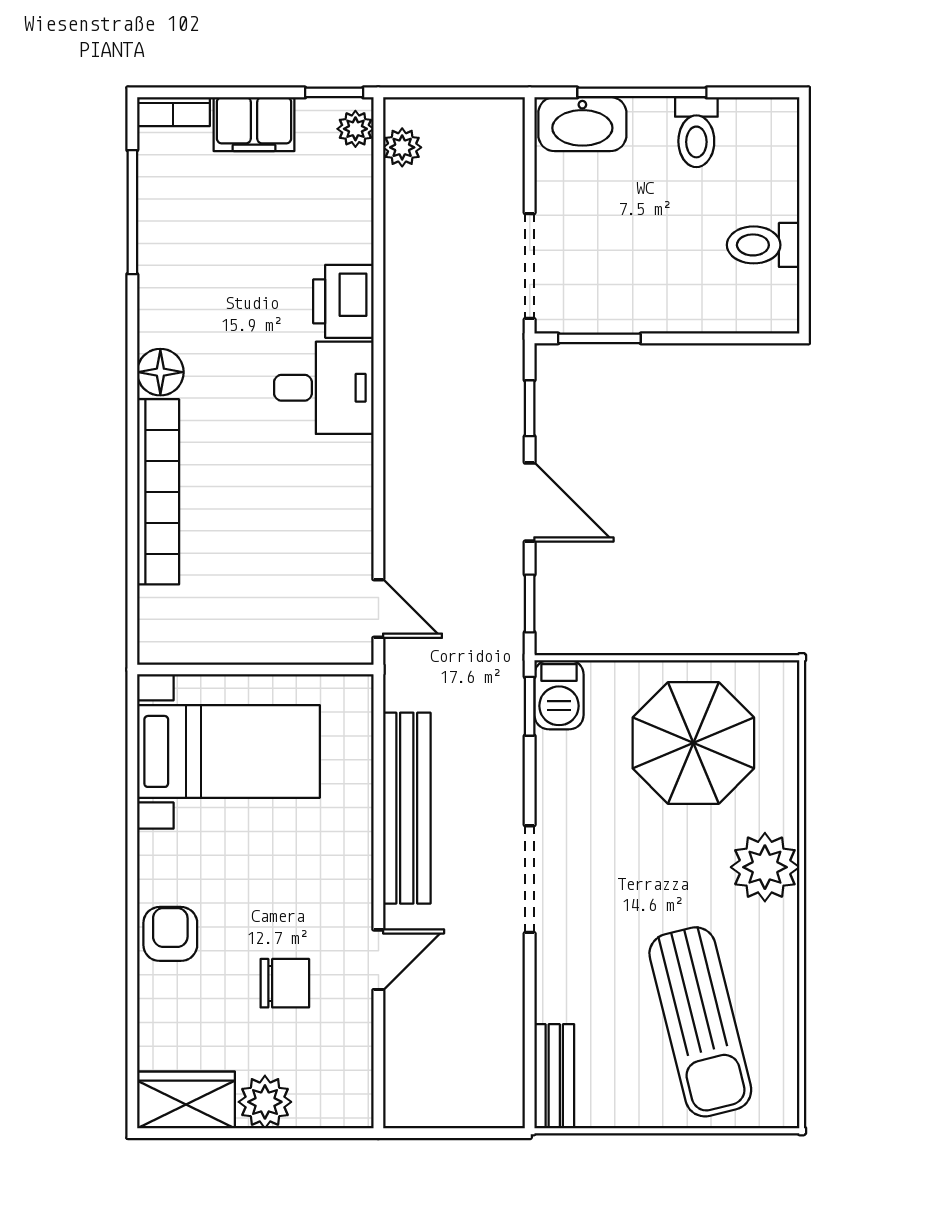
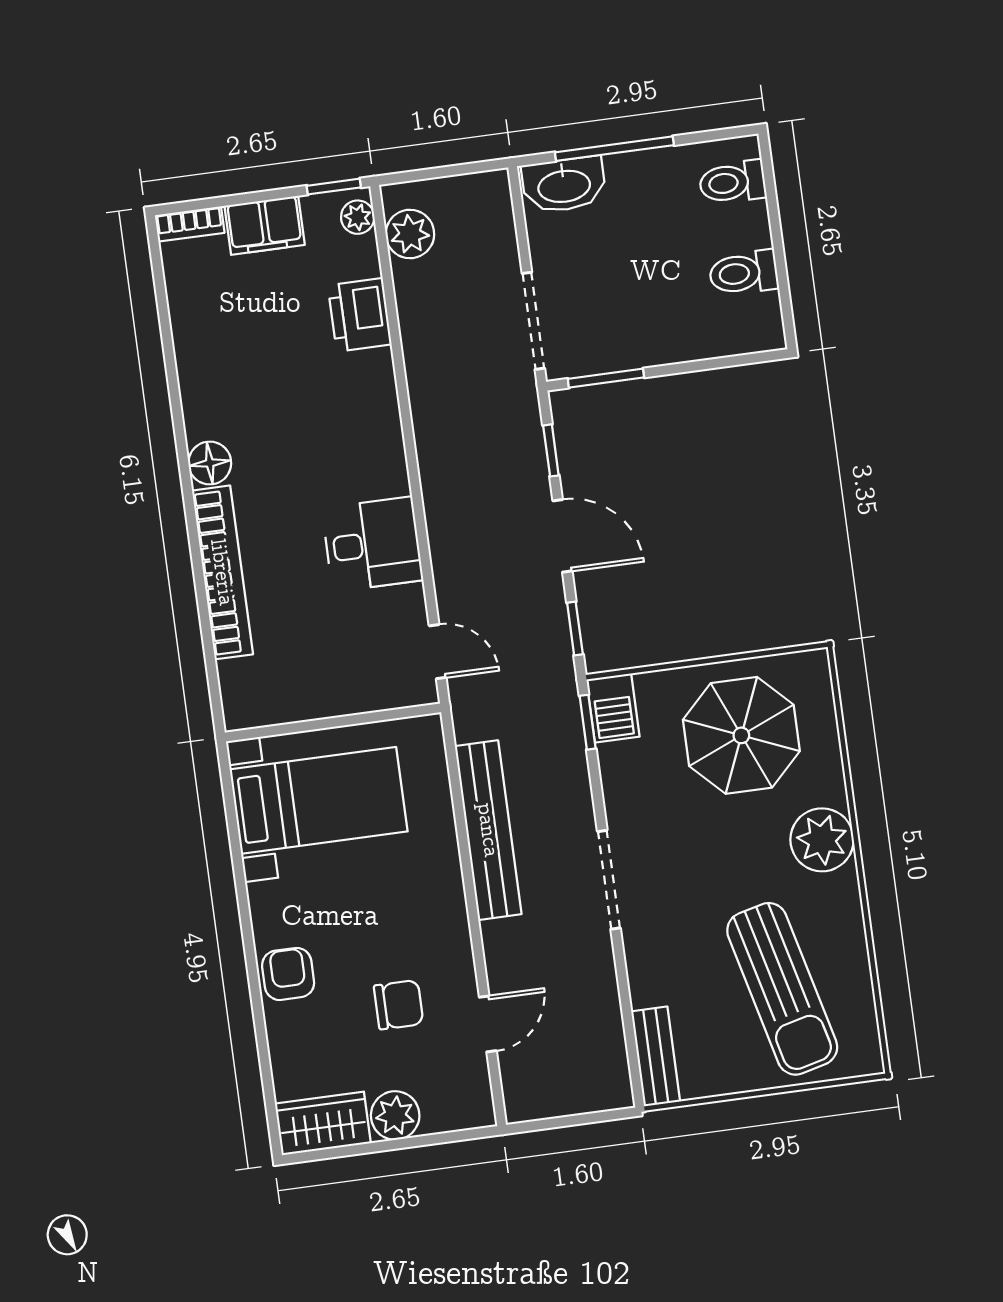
toilet: (696, 132) -> (732, 182), moved, turned 90
plant: (402, 147) -> (410, 234), width x1.38, depth x1.38
window: (132, 212) -> (164, 321), removed
printer: (343, 301) -> (360, 315), moved
desk: (324, 388) -> (372, 544), moved
door: (378, 960) -> (488, 1024), moved

